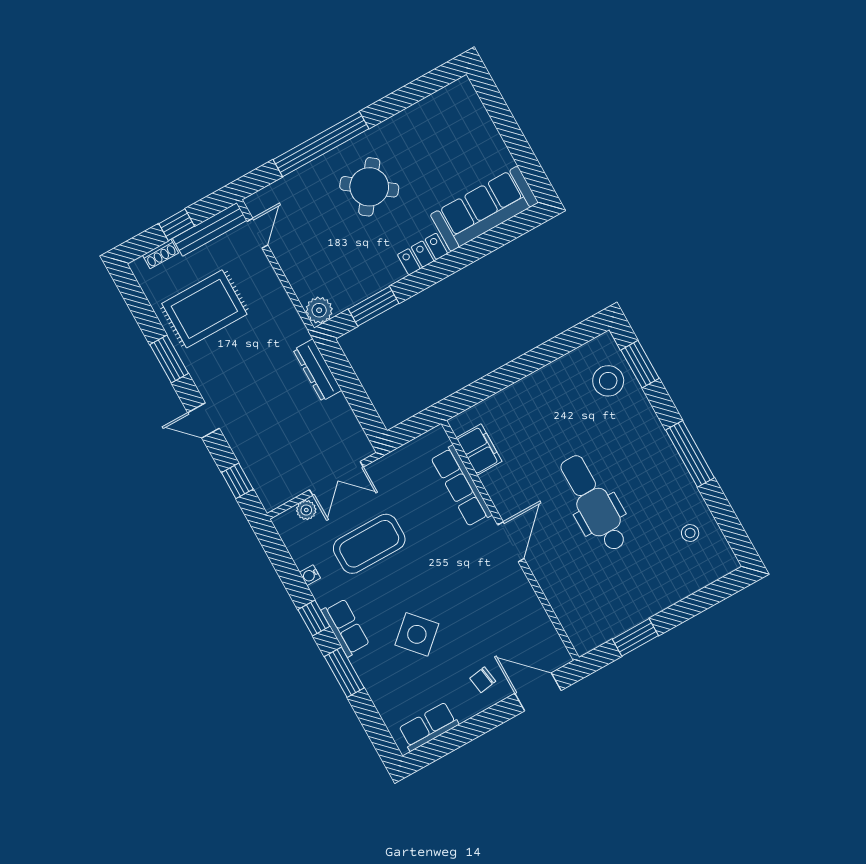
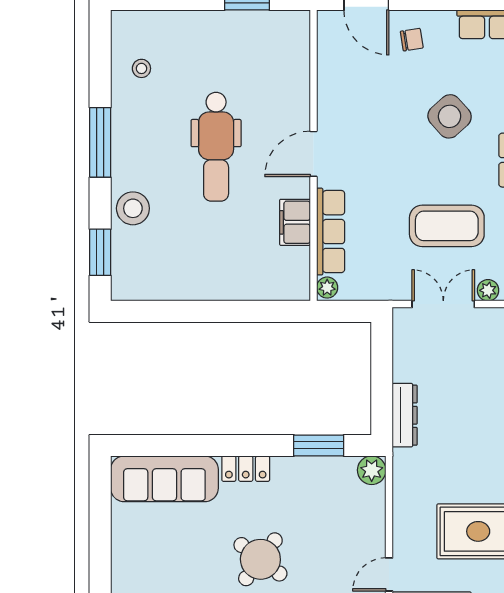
stool: (608, 381) -> (133, 208), moved
plant: (439, 439) -> (327, 288), added
filing cabinet: (479, 450) -> (295, 222), moved

